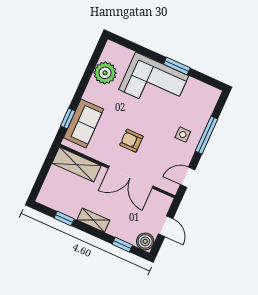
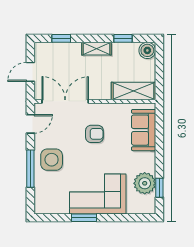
window: (68, 118) -> (159, 188), moved
side table: (183, 135) -> (52, 160), width x1.87, depth x1.87
double door: (131, 177) -> (65, 101), moved
door: (166, 226) -> (30, 72), hinge flipped
boiler: (145, 241) -> (147, 50), moved

